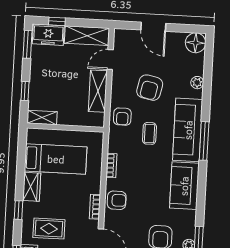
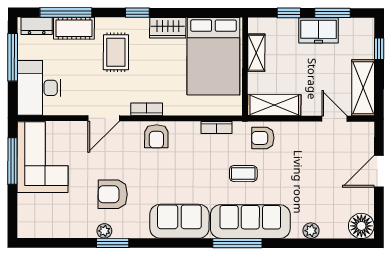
freezer: (48, 35) -> (319, 30), moved, turned -90
window: (28, 44) -> (333, 13), moved
armchair: (150, 88) -> (301, 171), removed
shelving: (98, 91) -> (274, 105), moved
shelving: (42, 118) -> (256, 53), moved
bed: (56, 159) -> (213, 56), width x1.50
bookcase: (111, 165) -> (216, 127), moved

